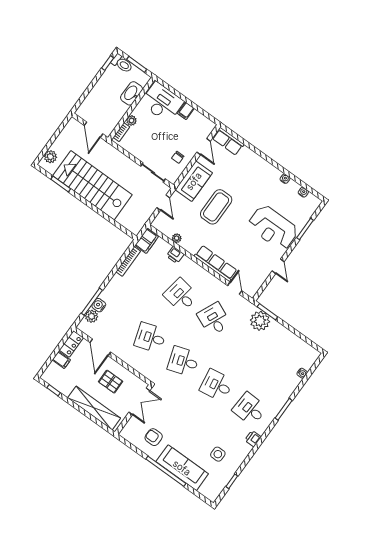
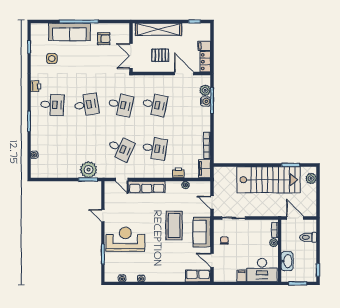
toilet: (122, 64) -> (308, 237), moved
desk: (150, 338) -> (155, 105), turned 30
desk: (183, 361) -> (121, 105), turned 30

